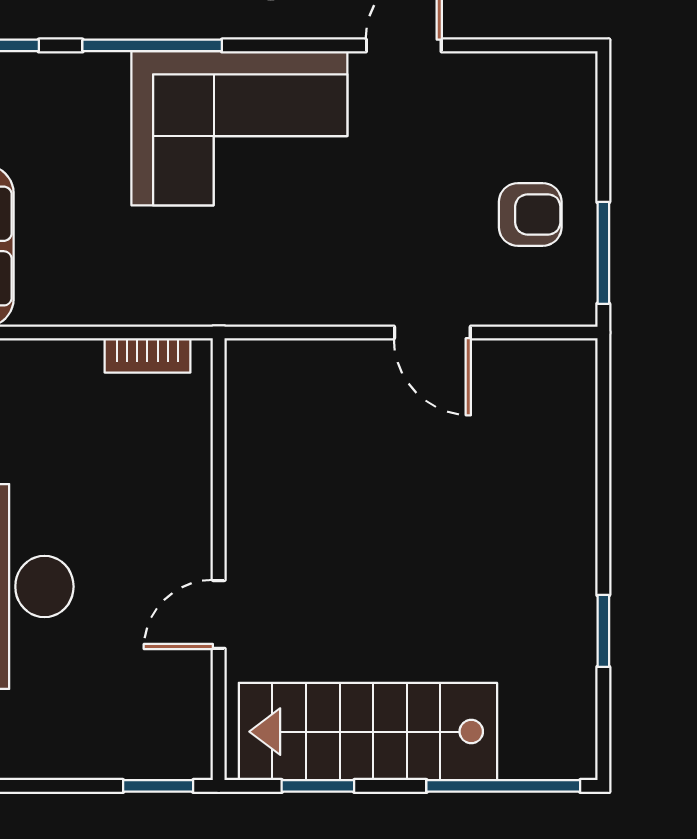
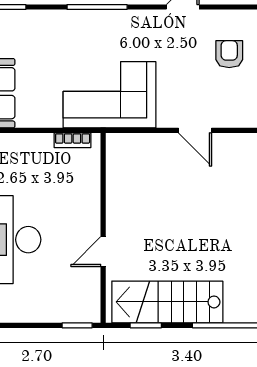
window: (152, 45) -> (97, 7), moved
corner sofa: (239, 128) -> (110, 95), moved, turned 180
armchair: (530, 214) -> (229, 54), moved, turned -90

